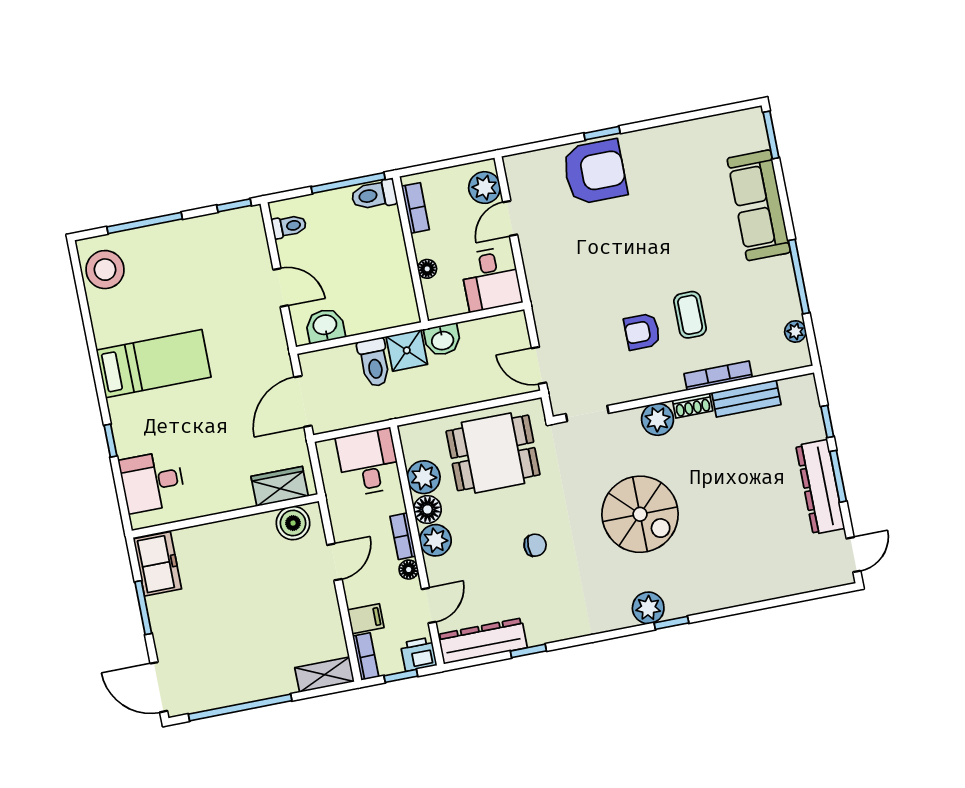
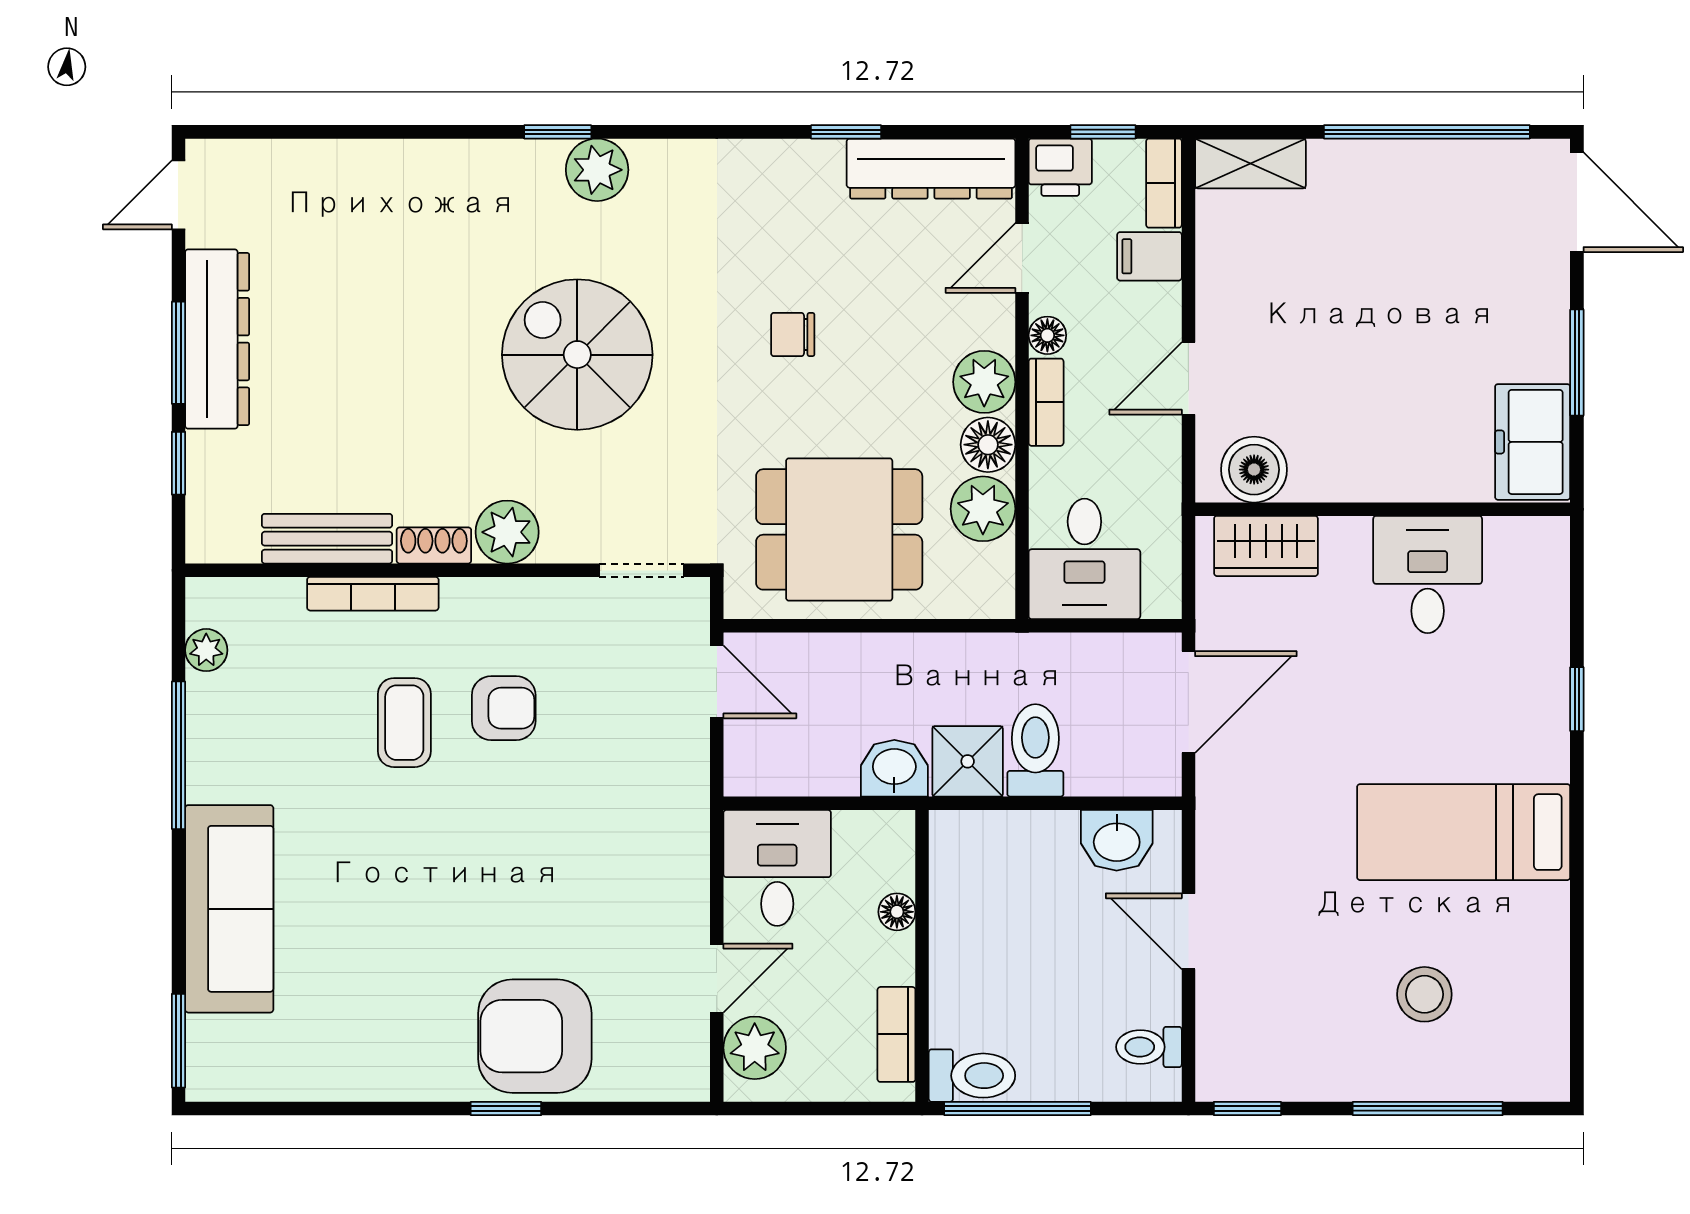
stool: (105, 270) -> (1424, 994), moved, width x0.73, depth x0.73
desk: (152, 482) -> (1428, 574), moved, turned -90

